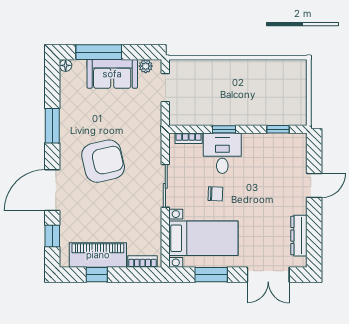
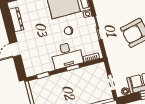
desk: (222, 153) -> (67, 55), width x1.37

